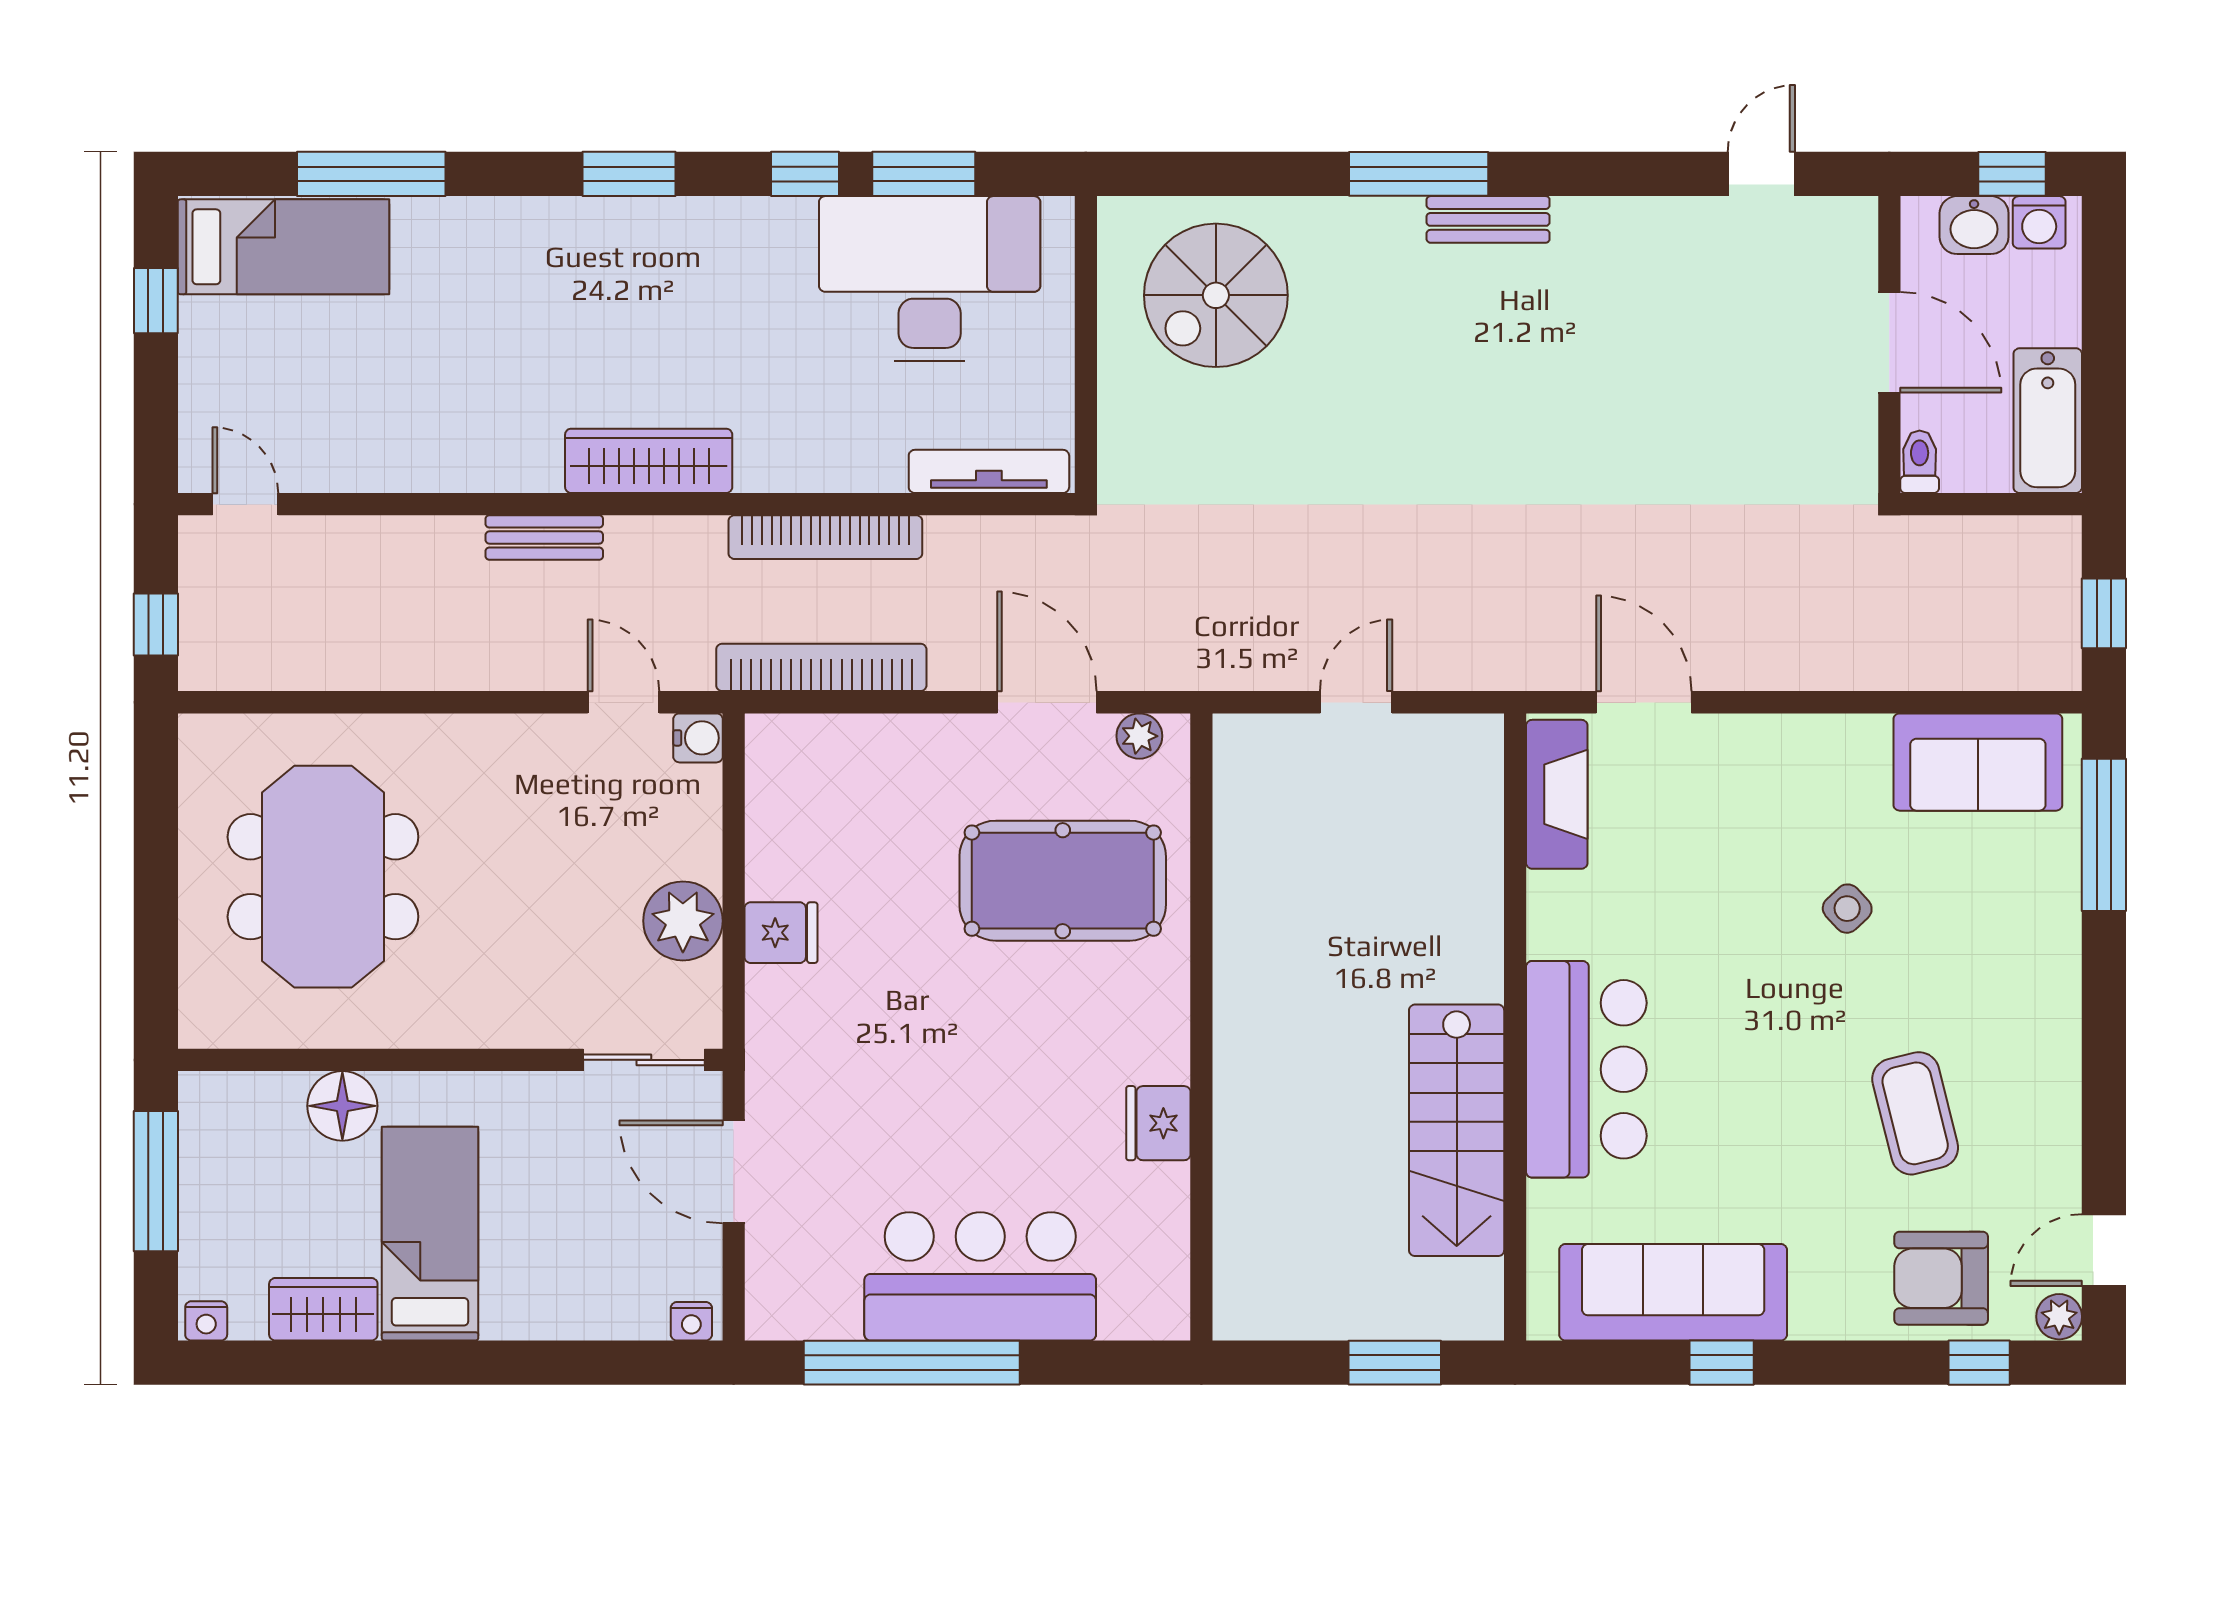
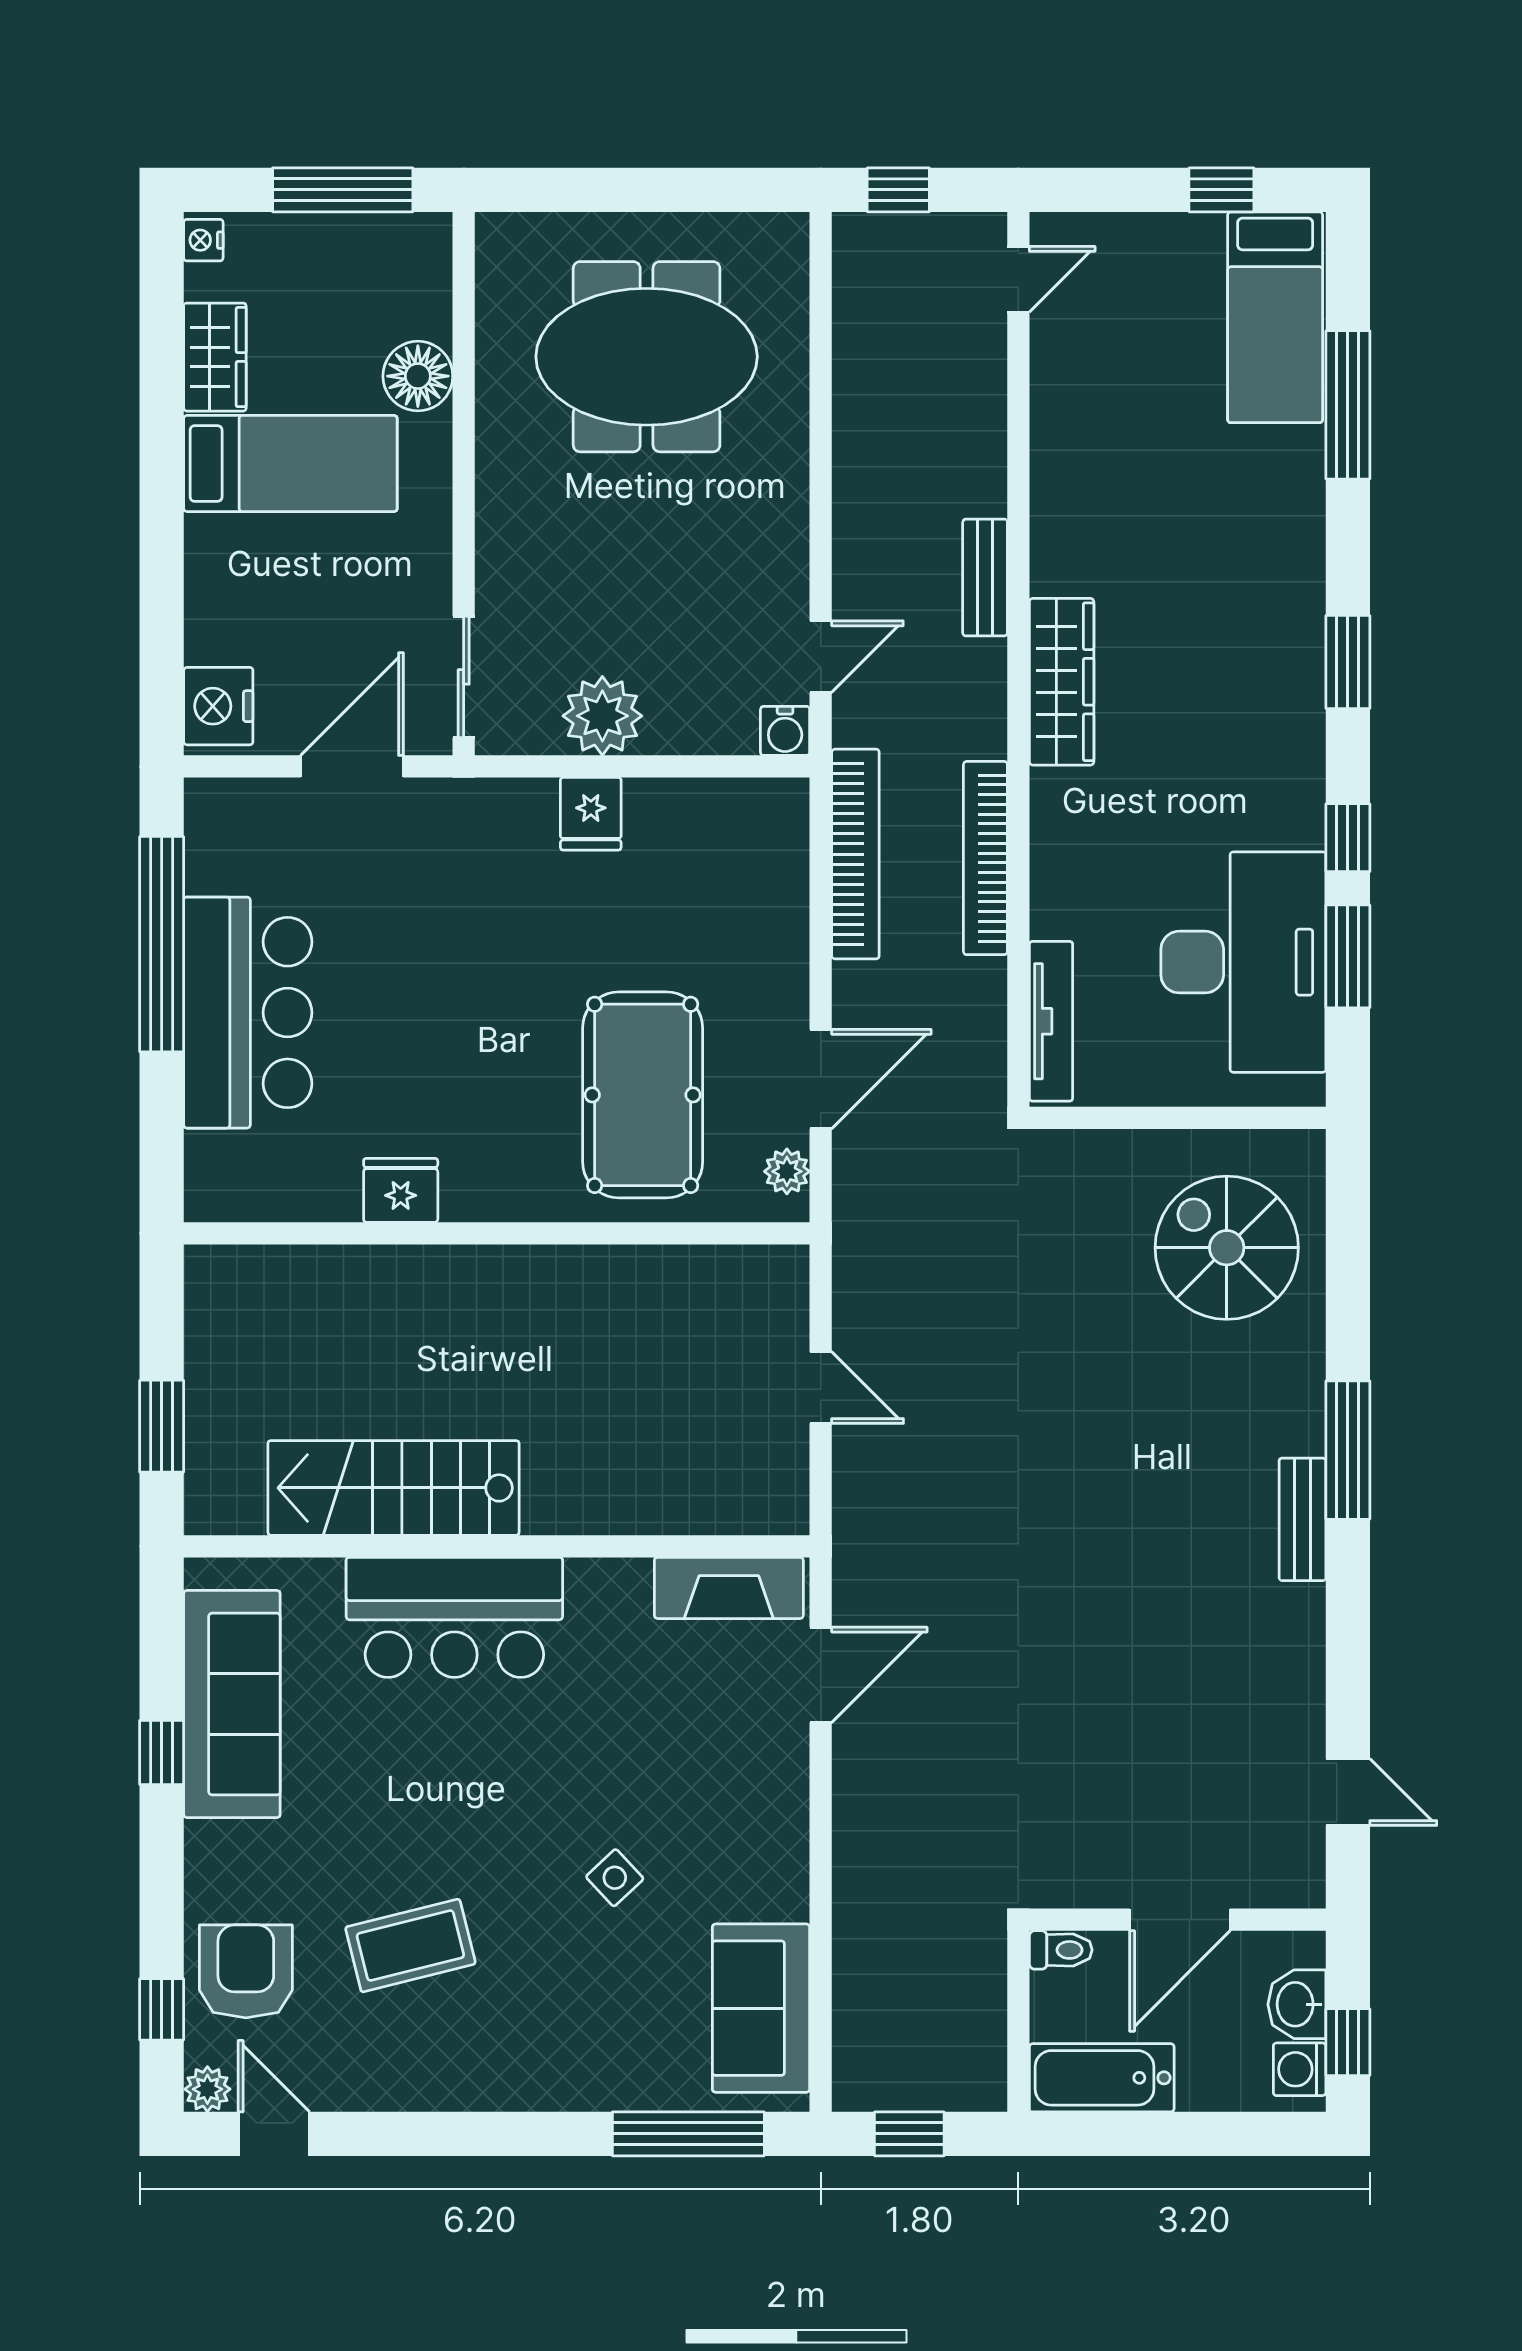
nightstand: (691, 1321) -> (218, 706), width x1.89, depth x1.79

